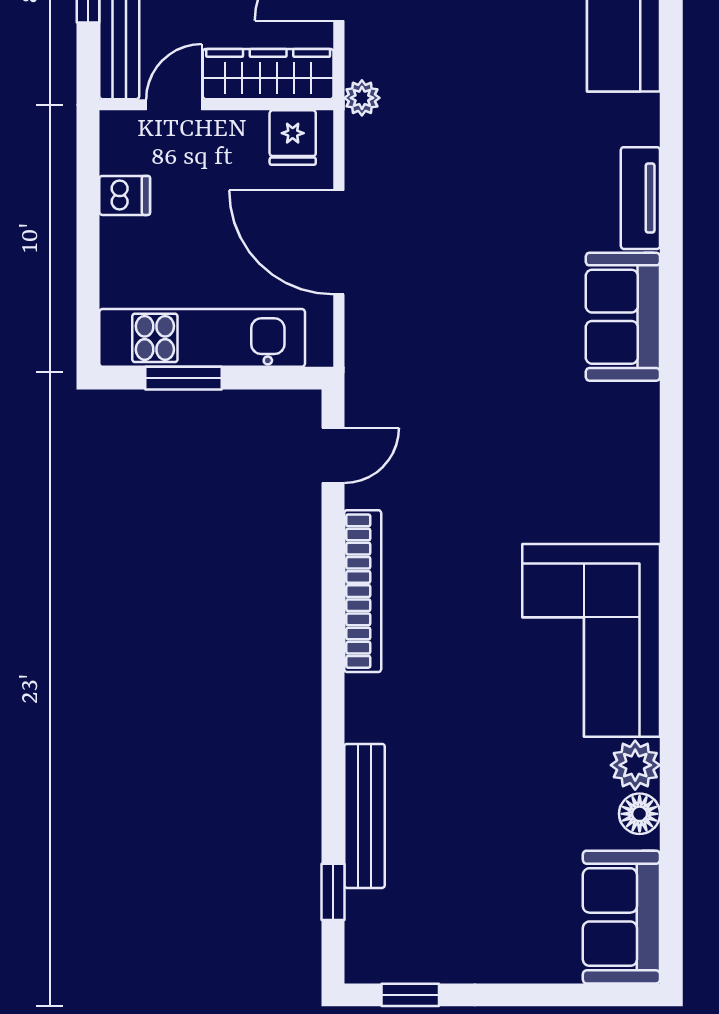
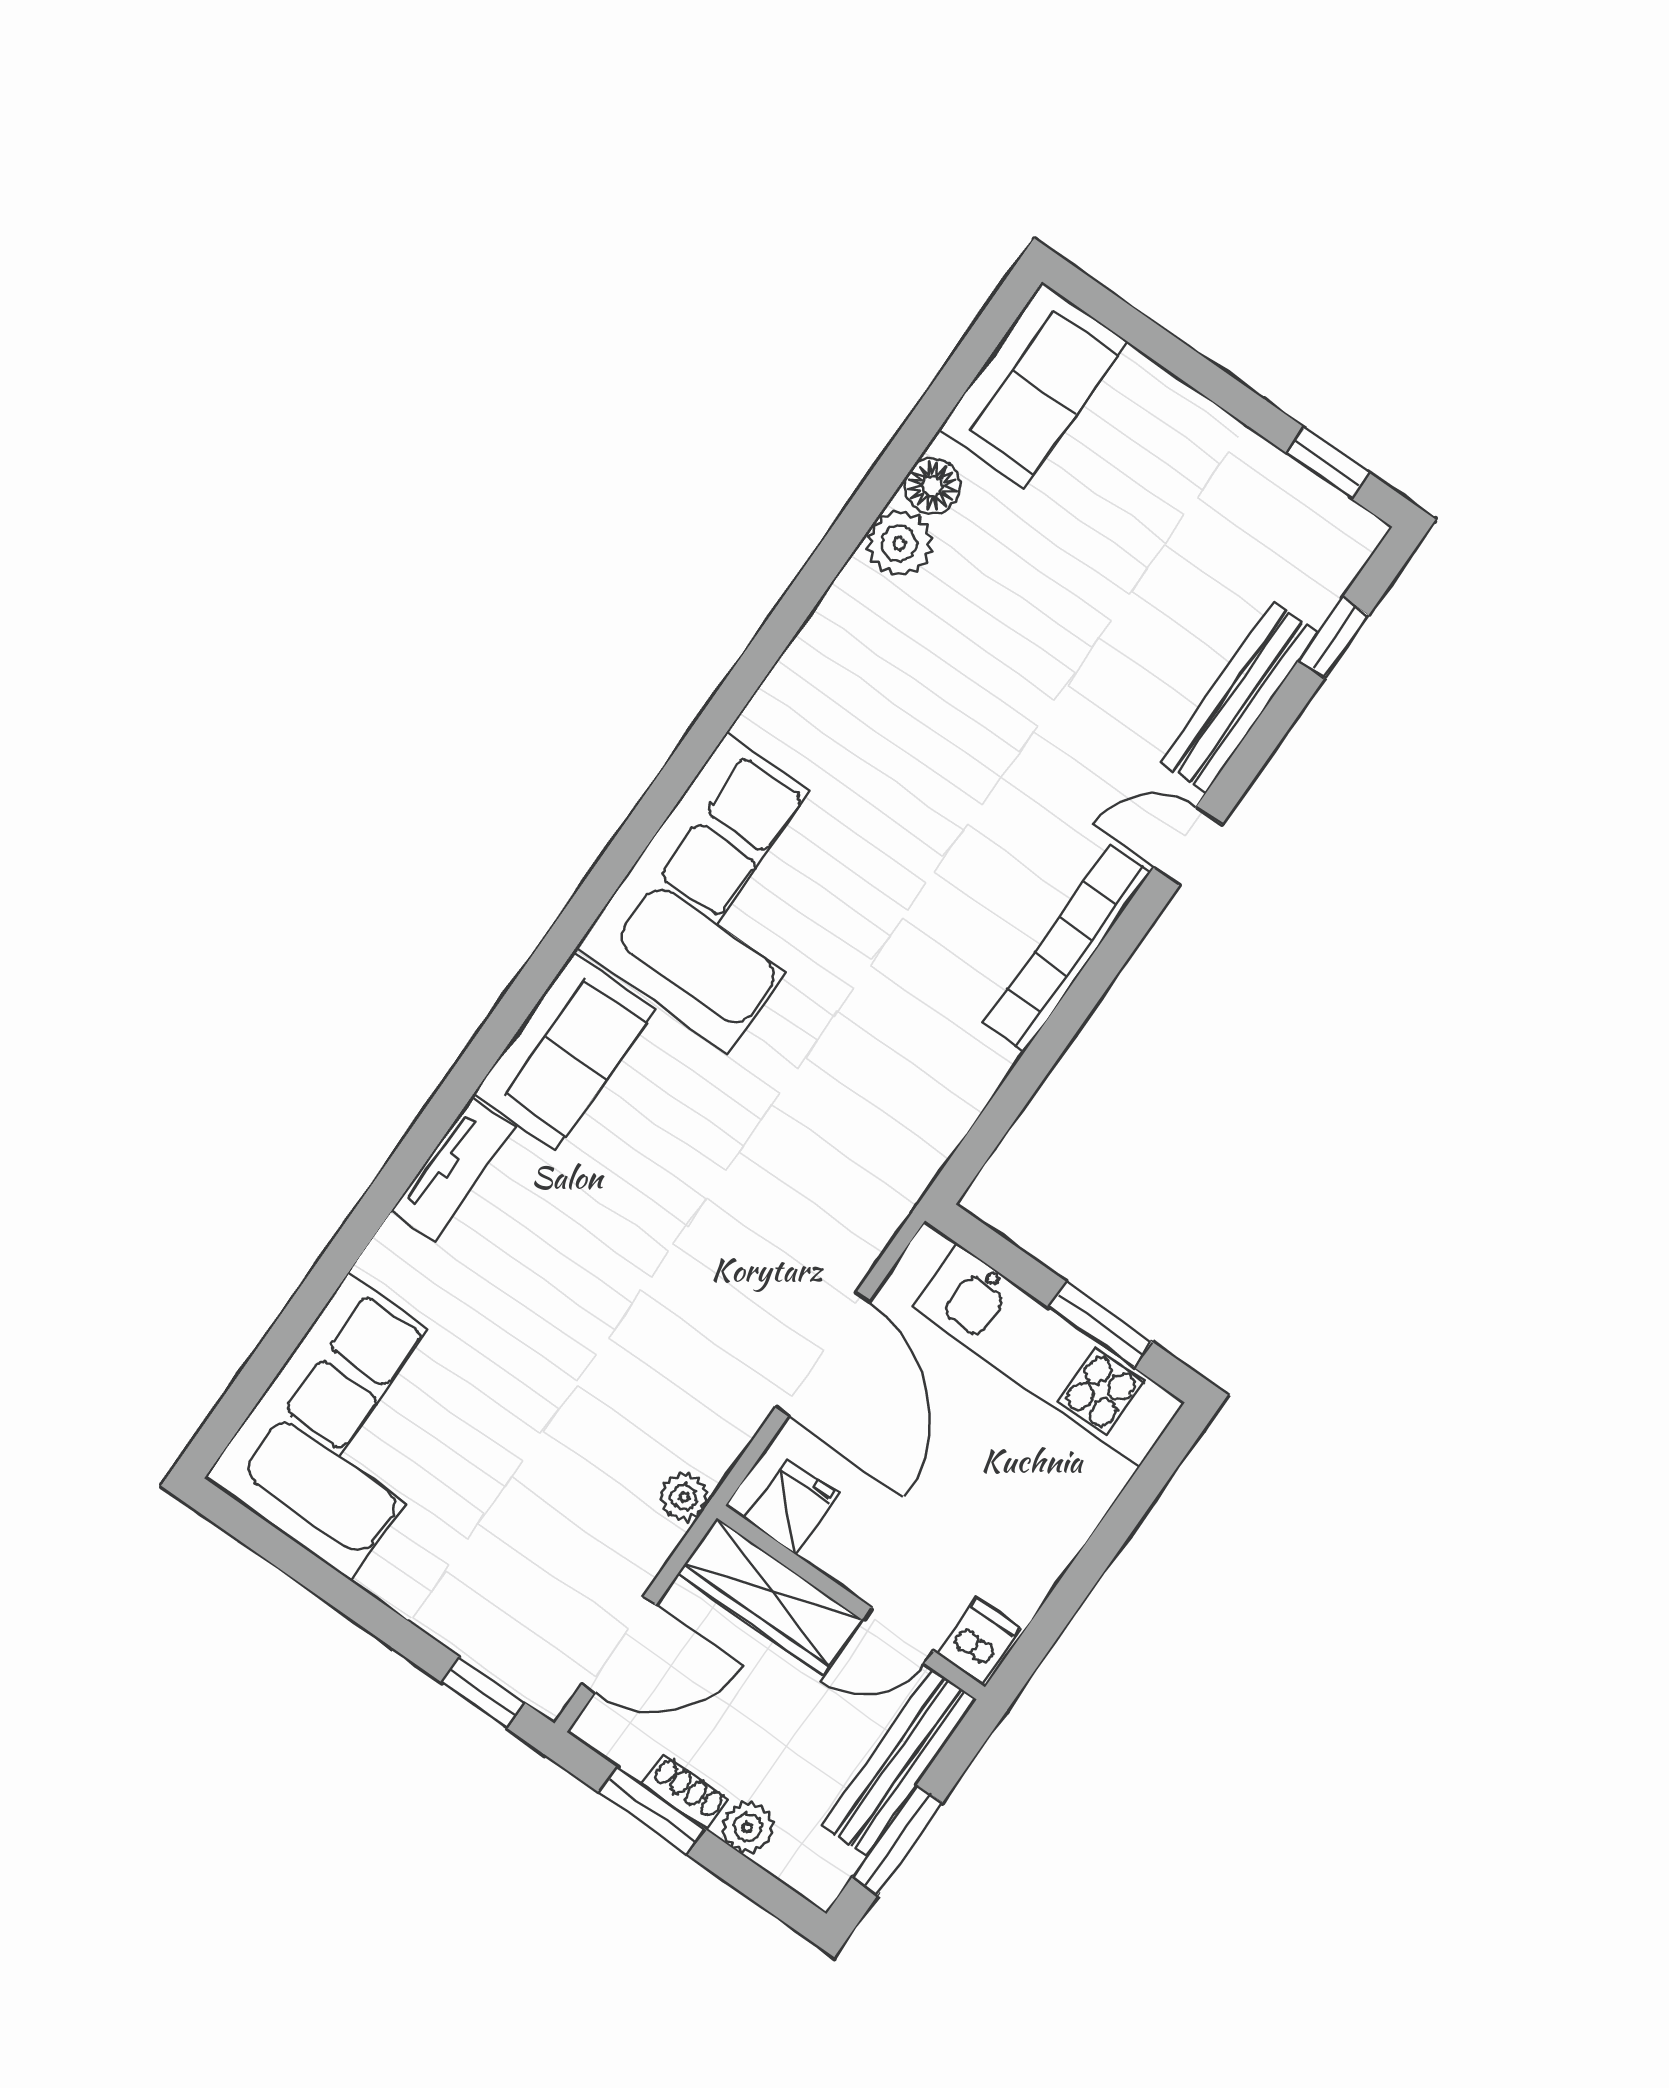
dishwasher: (125, 195) -> (979, 1641), moved, turned 90
door: (333, 455) -> (1188, 846), moved
corner sofa: (591, 640) -> (727, 893), moved

